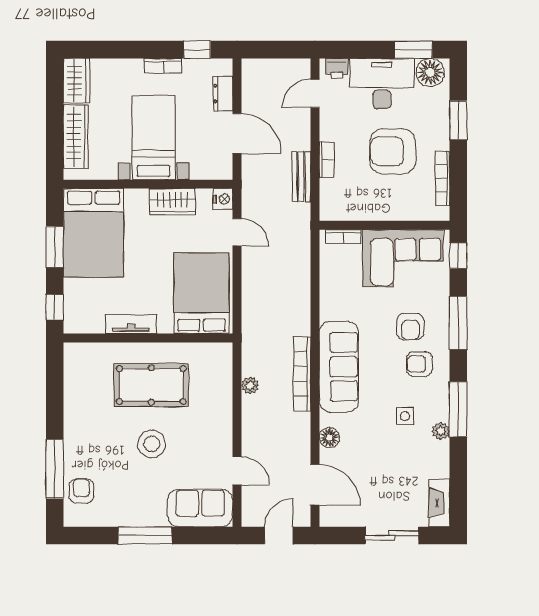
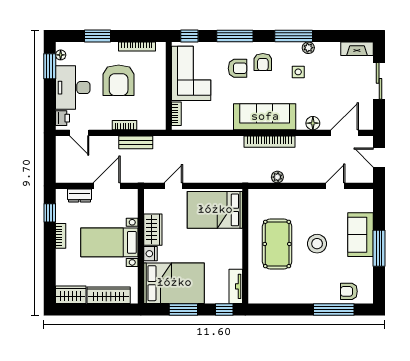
floor lamp: (430, 72) -> (61, 55), width x0.53, depth x0.53
nightstand: (223, 199) -> (150, 254), moved, turned -90
tv unit: (131, 324) -> (236, 286), moved
sofa: (200, 508) -> (360, 235), moved

